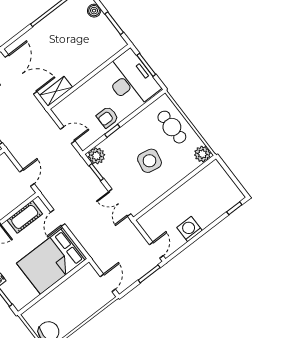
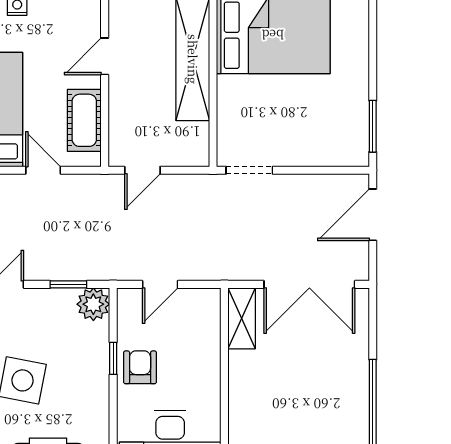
door: (27, 178) -> (142, 170), hinge flipped

